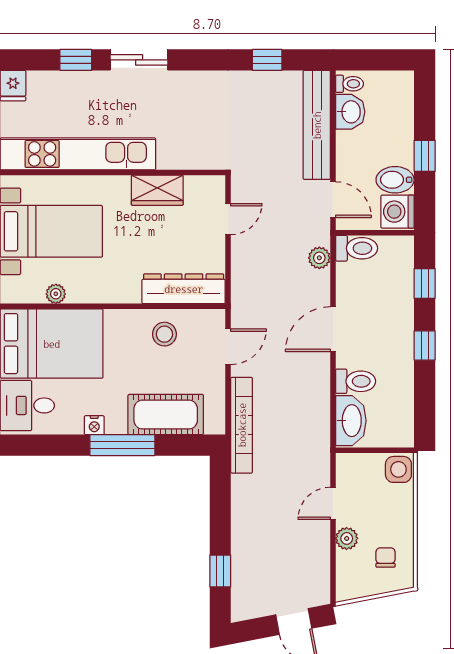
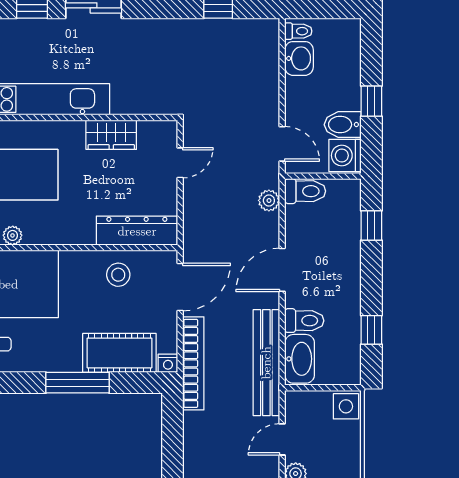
bench: (317, 125) -> (266, 363), moved
window: (425, 345) -> (371, 330), moved
door: (228, 347) -> (180, 287), width x1.38
nightstand: (94, 425) -> (168, 363), moved

